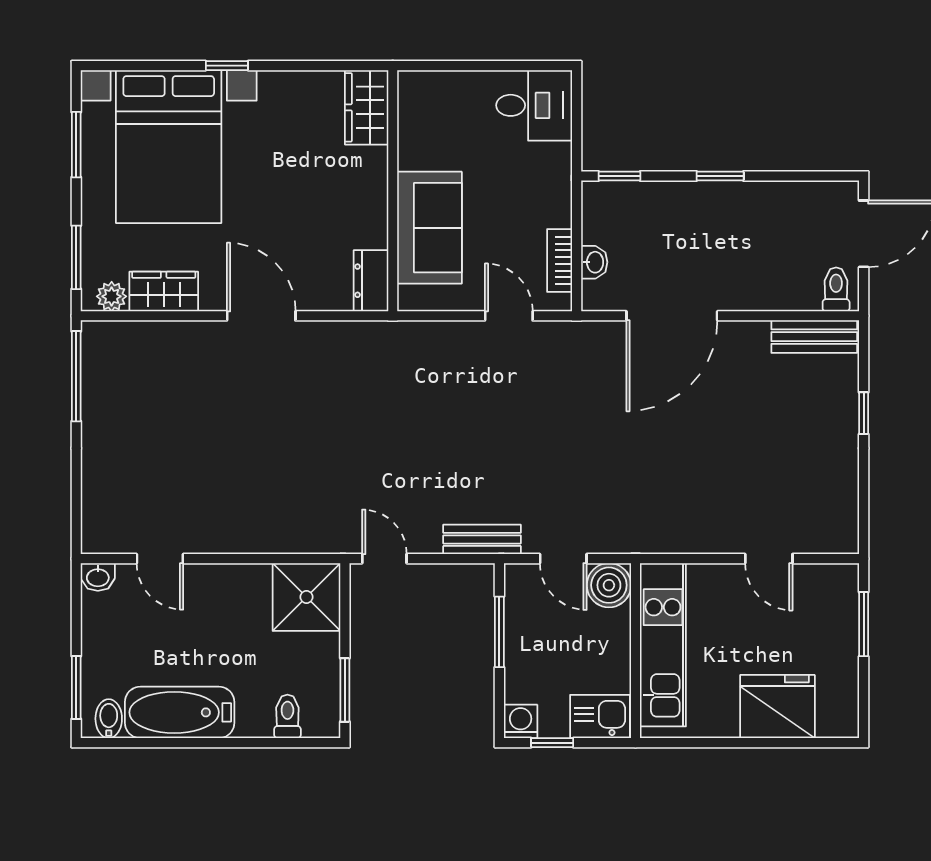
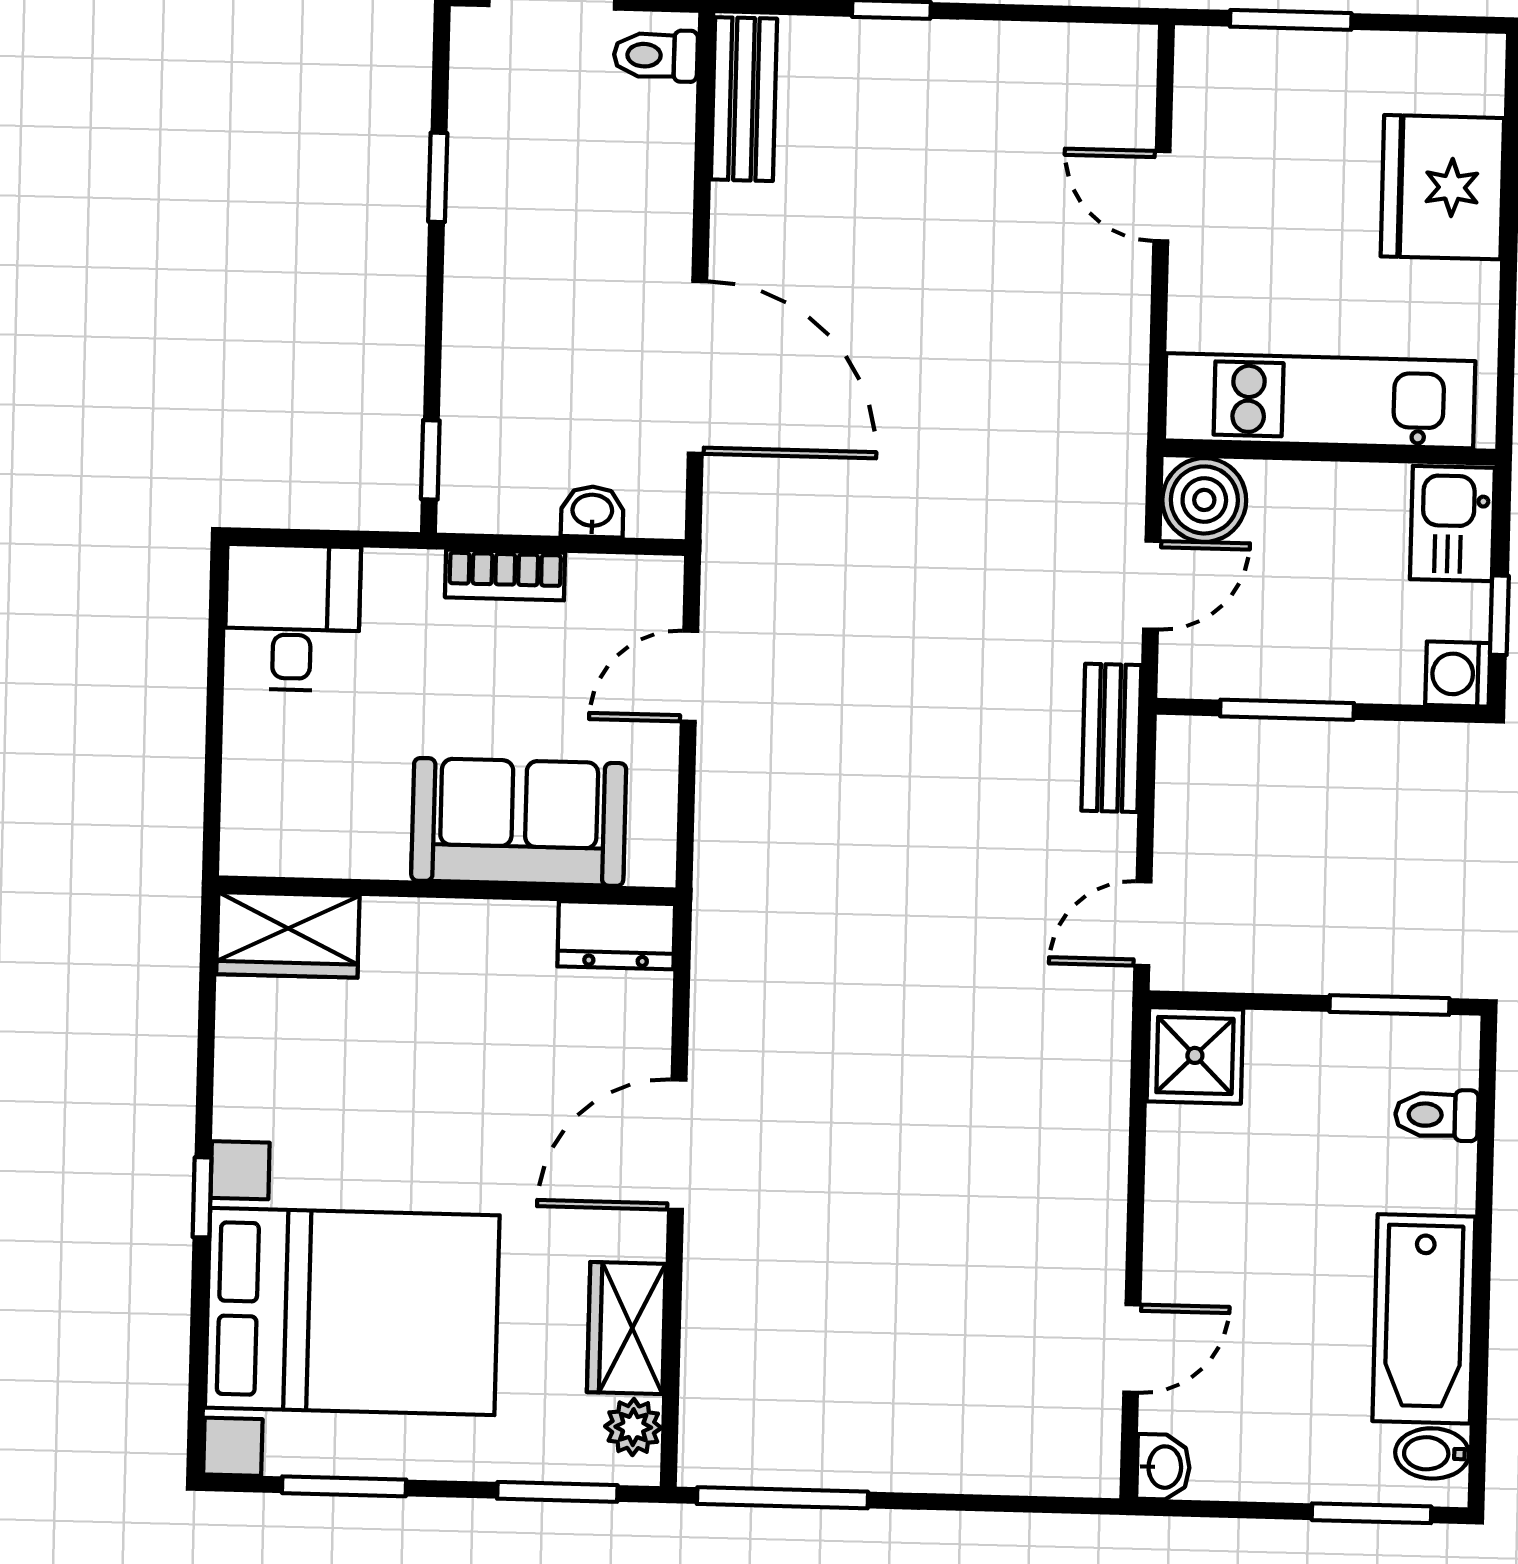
window: (720, 176) -> (438, 177), moved
bookcase: (560, 261) -> (505, 575), moved
door: (769, 559) -> (1162, 196), swing flipped
shower: (306, 597) -> (1195, 1055), width x0.73, depth x0.73

